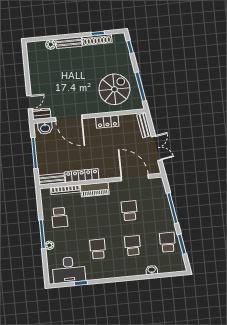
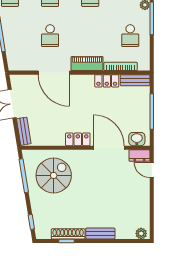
plant: (51, 44) -> (141, 233), moved
spiral stairs: (114, 89) -> (54, 175), turned 180
door: (30, 102) -> (152, 170), hinge flipped
locker: (107, 122) -> (78, 139), moved
locker: (82, 176) -> (107, 81), width x0.66
door: (135, 178) -> (54, 73), moved
school desk: (60, 217) -> (130, 36), turned 180

